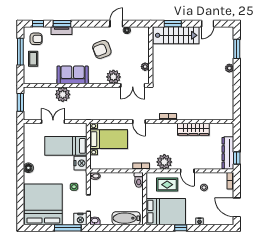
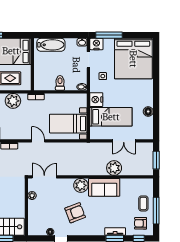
plant: (113, 77) -> (81, 185), moved
floor lamp: (28, 168) -> (148, 111), moved
toilet: (139, 180) -> (60, 83), moved

